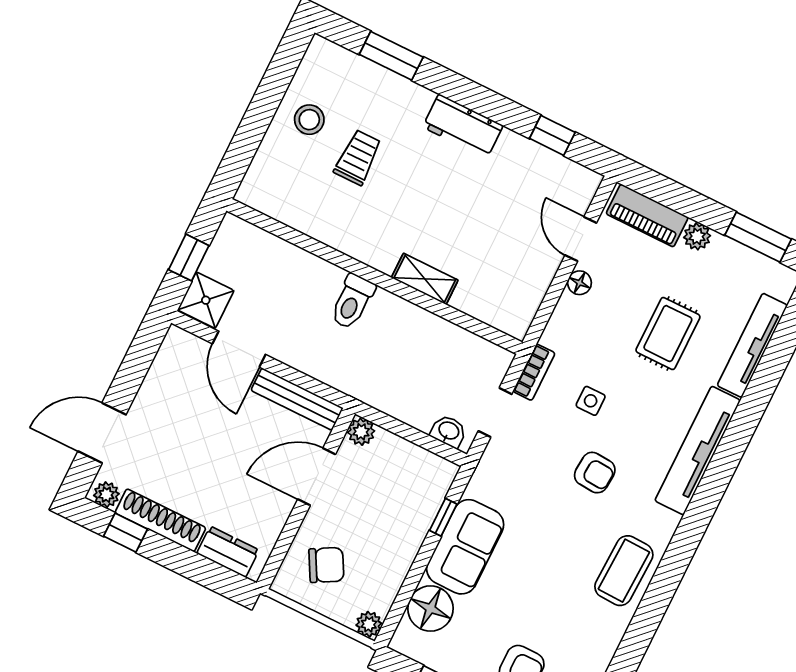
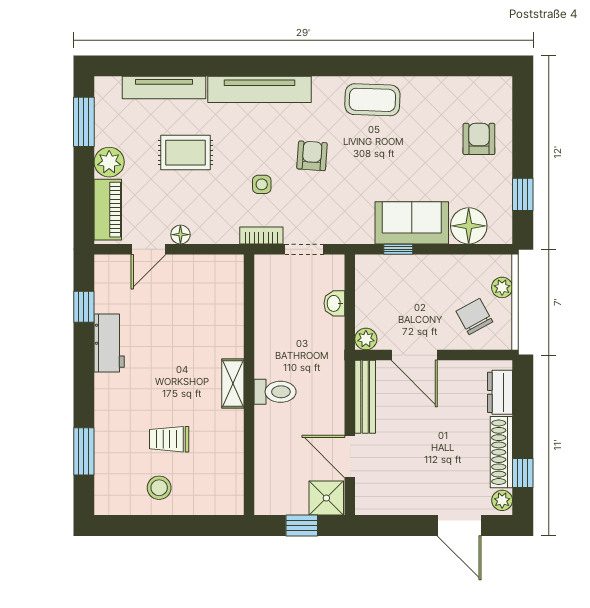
workbench: (463, 126) -> (109, 343), moved
plant: (697, 236) -> (109, 162), width x1.38, depth x1.38
shelving: (425, 279) -> (233, 384), moved
door: (239, 349) -> (350, 457), swing flipped
washbasin: (449, 431) -> (334, 303), moved
plant: (369, 624) -> (502, 287), moved

